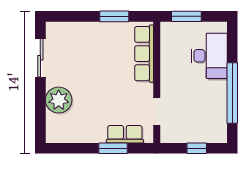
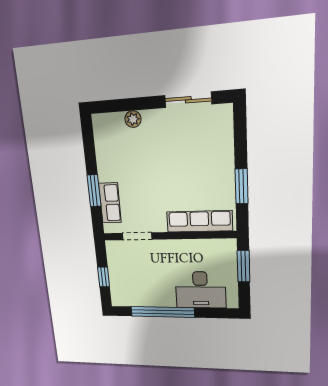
plant: (59, 100) -> (133, 119), width x0.53, depth x0.53

